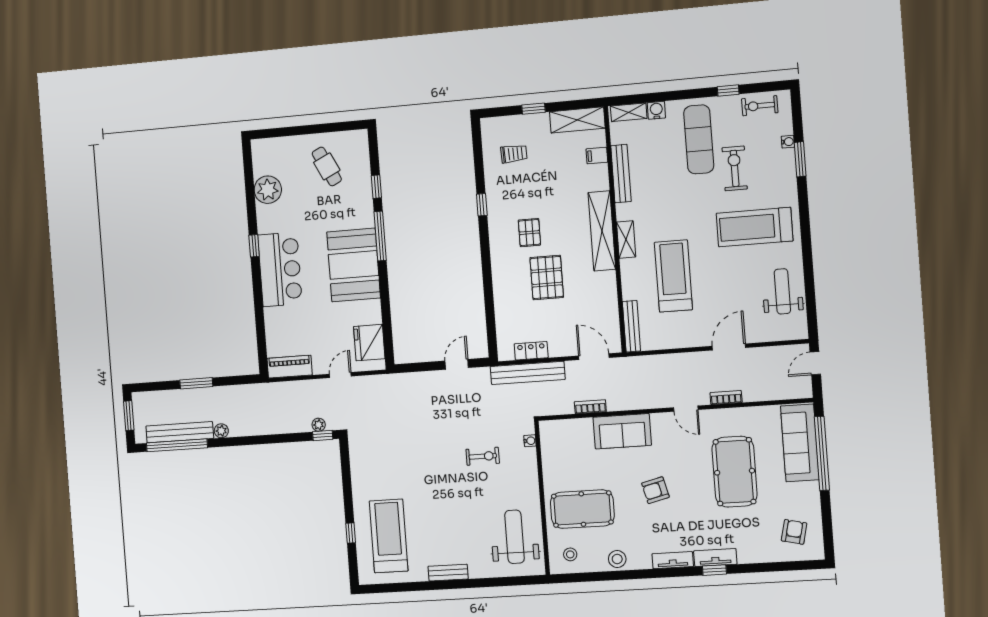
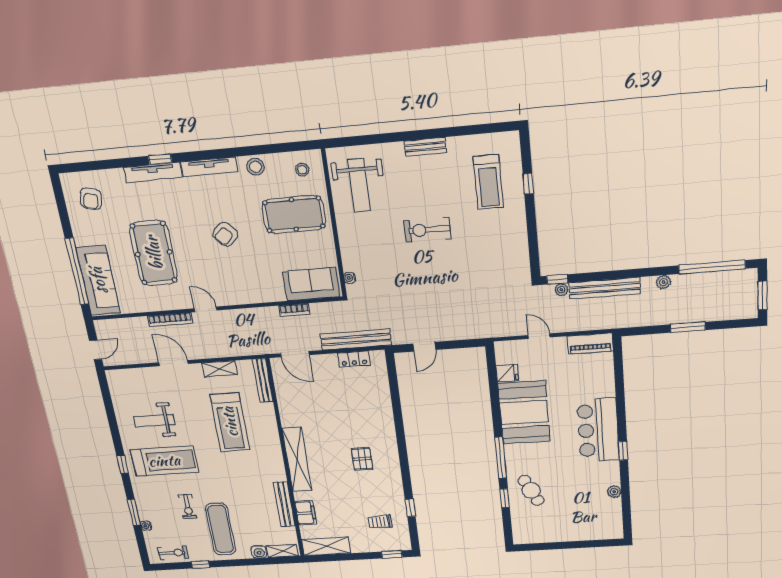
window: (534, 109) -> (392, 554), moved
filing cabinet: (597, 156) -> (306, 513), width x2.00
cafe table: (327, 166) -> (531, 490), moved
exercise bike: (735, 168) -> (188, 507), width x0.73, depth x0.72
plant: (268, 190) -> (614, 492), width x0.53, depth x0.53
window: (482, 205) -> (410, 508), moved
window: (805, 222) -> (123, 464), added
shelving: (626, 240) -> (220, 369), moved, turned 90
booth: (354, 265) -> (524, 412), moved
pallet: (547, 278) -> (344, 422), removed
weight bench: (782, 291) -> (154, 420), moved, turned 90
fridge: (369, 343) -> (507, 373), width x0.53, depth x0.75
door: (729, 347) -> (173, 363), swing flipped
door: (340, 375) -> (539, 336), swing flipped
bookcase: (726, 398) -> (170, 320), width x1.56
sofa: (622, 431) -> (311, 284), moved
bench: (180, 432) -> (605, 288), moved
exercise bike: (483, 456) -> (427, 230), moved, width x1.38, depth x1.39
armchair: (655, 490) -> (225, 234), turned 151
treadmill: (389, 536) -> (488, 182), width x0.73, depth x0.73
tv unit: (715, 558) -> (153, 172), width x1.41
tv unit: (673, 560) -> (209, 167), width x1.41

